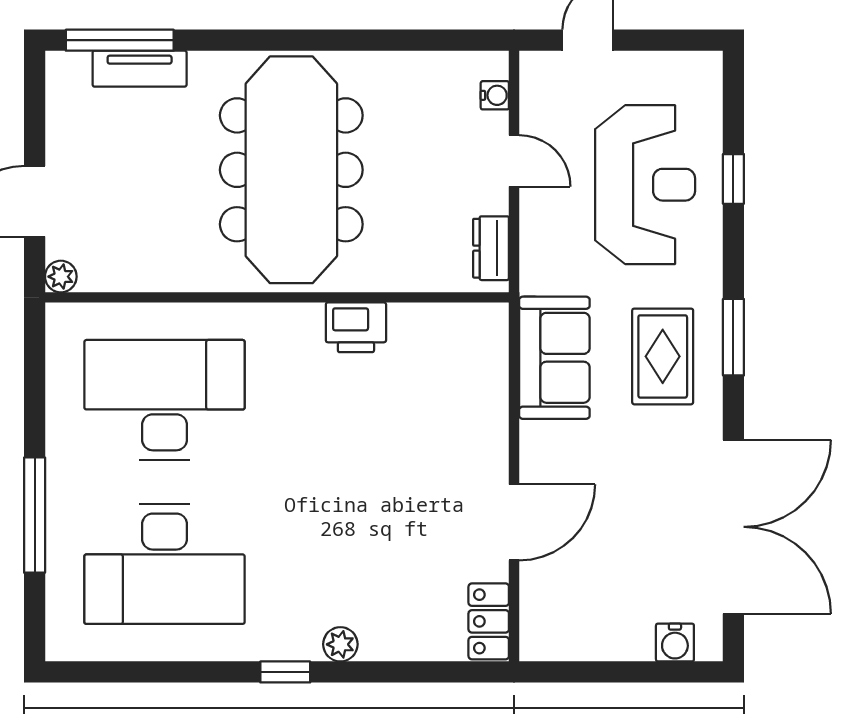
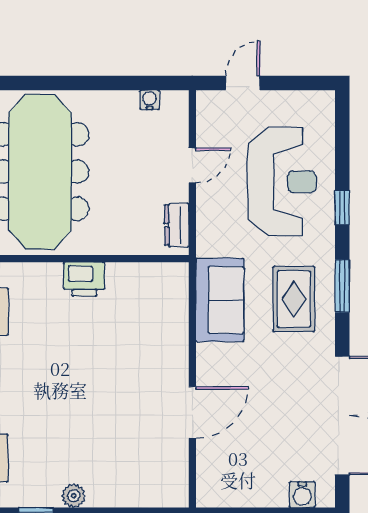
water cooler: (495, 95) -> (150, 100), moved, turned -90
door: (514, 161) -> (192, 165), hinge flipped
window: (733, 179) -> (342, 208), moved
locker: (489, 621) -> (175, 480), removed

